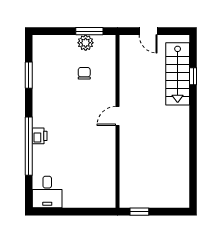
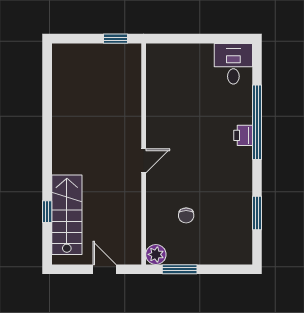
plant: (86, 43) -> (156, 254), moved

